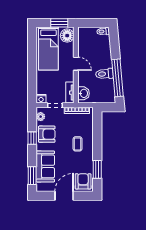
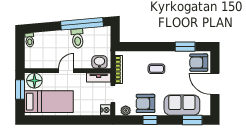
armchair: (47, 134) -> (145, 103), turned -90

